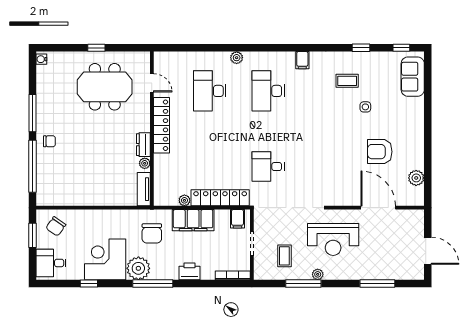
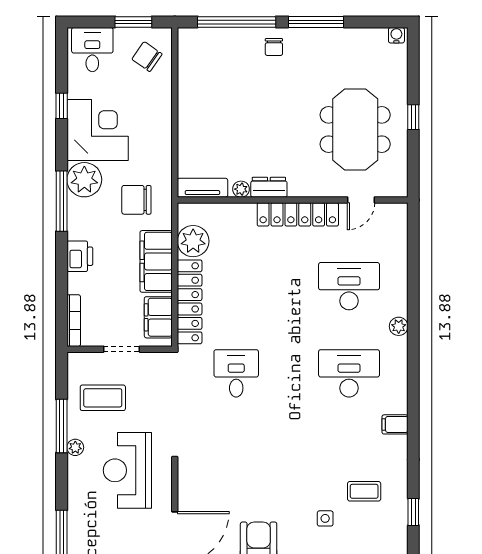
coffee table: (347, 81) -> (364, 491), turned 90
plant: (184, 200) -> (193, 241), width x1.88, depth x1.88
filing cabinet: (237, 219) -> (158, 317), width x2.00
coffee table: (284, 256) -> (103, 398), width x1.36, depth x1.30

